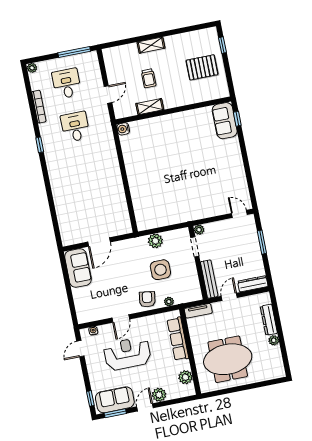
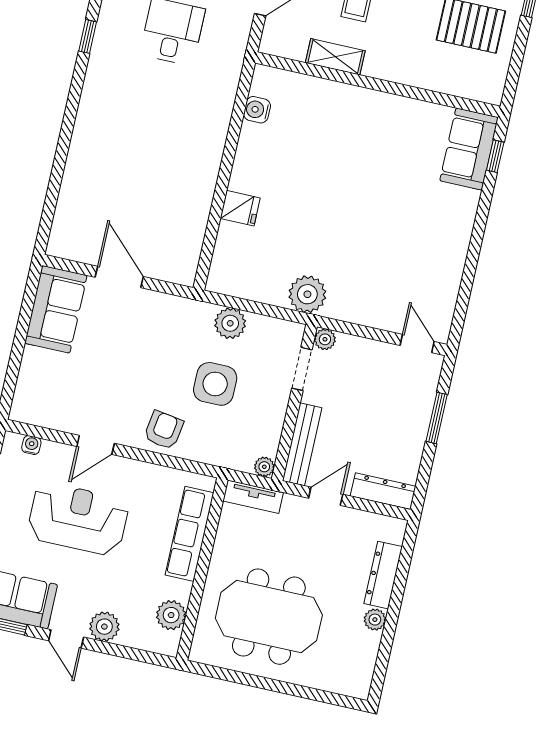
water cooler: (123, 129) -> (257, 110), moved
fridge: (138, 190) -> (240, 208), added
plant: (183, 214) -> (307, 294), added
door: (99, 242) -> (119, 277), swing flipped
plant: (169, 302) -> (264, 467), moved
door: (145, 407) -> (66, 639), swing flipped

